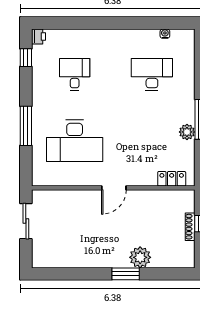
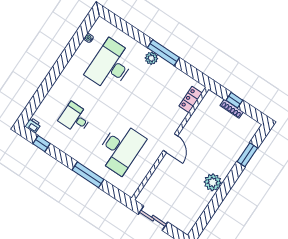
desk: (152, 74) -> (110, 65), width x1.36, depth x1.30
plant: (187, 132) -> (151, 58), moved
plant: (140, 257) -> (213, 182), moved
window: (126, 274) -> (247, 155), moved

